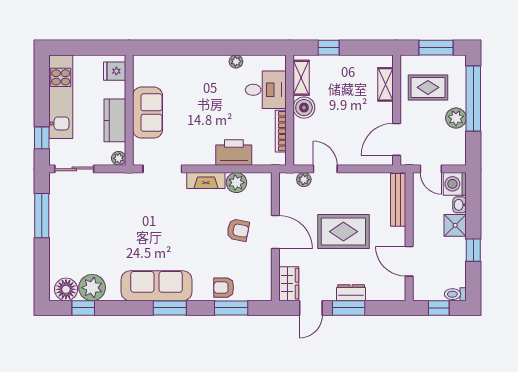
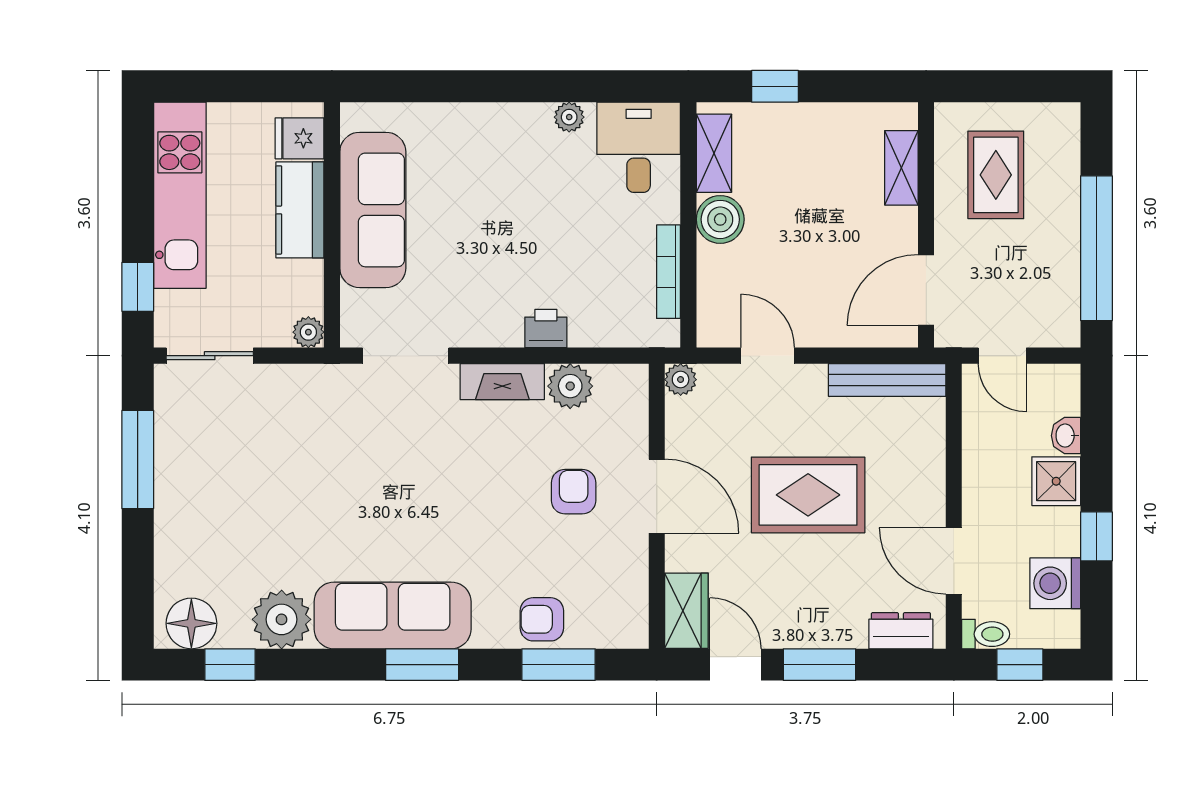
window: (436, 48) -> (1014, 86), removed
rug: (428, 87) -> (996, 175), turned 90
desk: (266, 90) -> (639, 147), moved, turned -90
window: (473, 99) -> (1096, 248), moved
sofa: (148, 113) -> (373, 210), width x1.36
plant: (456, 118) -> (1058, 243), removed
kitchen counter: (115, 120) -> (300, 210), moved
printer: (234, 153) -> (546, 329), width x0.53, depth x0.68
plant: (304, 180) -> (681, 380), moved
washing machine: (455, 184) -> (1055, 583), moved
bench: (398, 200) -> (887, 380), moved, turned 90
armchair: (238, 230) -> (574, 492), turned -101
plant: (92, 288) -> (282, 619), moved
dresser: (351, 293) -> (901, 631), moved
toilet: (455, 294) -> (986, 634), moved, turned 180
door: (311, 308) -> (735, 665), swing flipped

